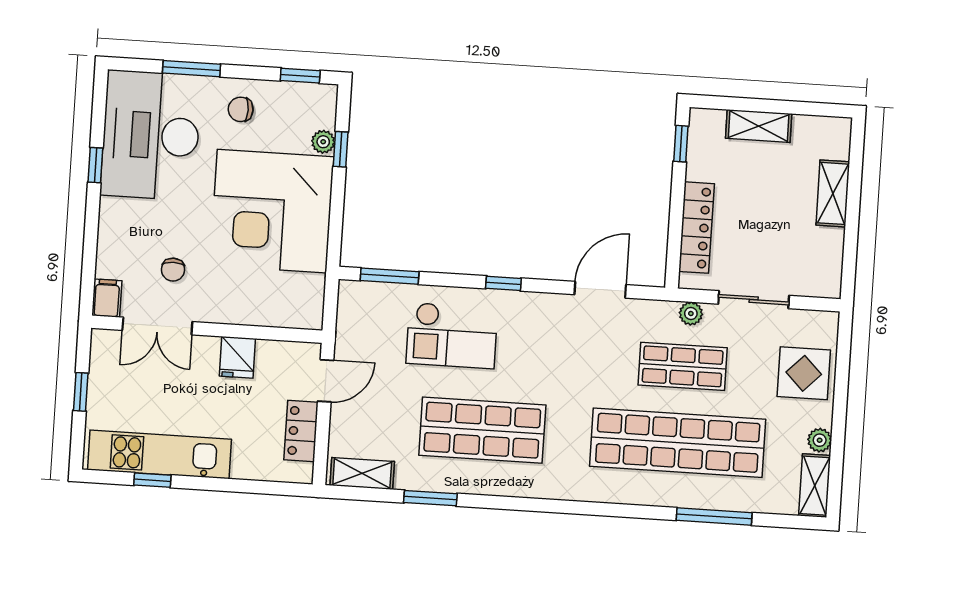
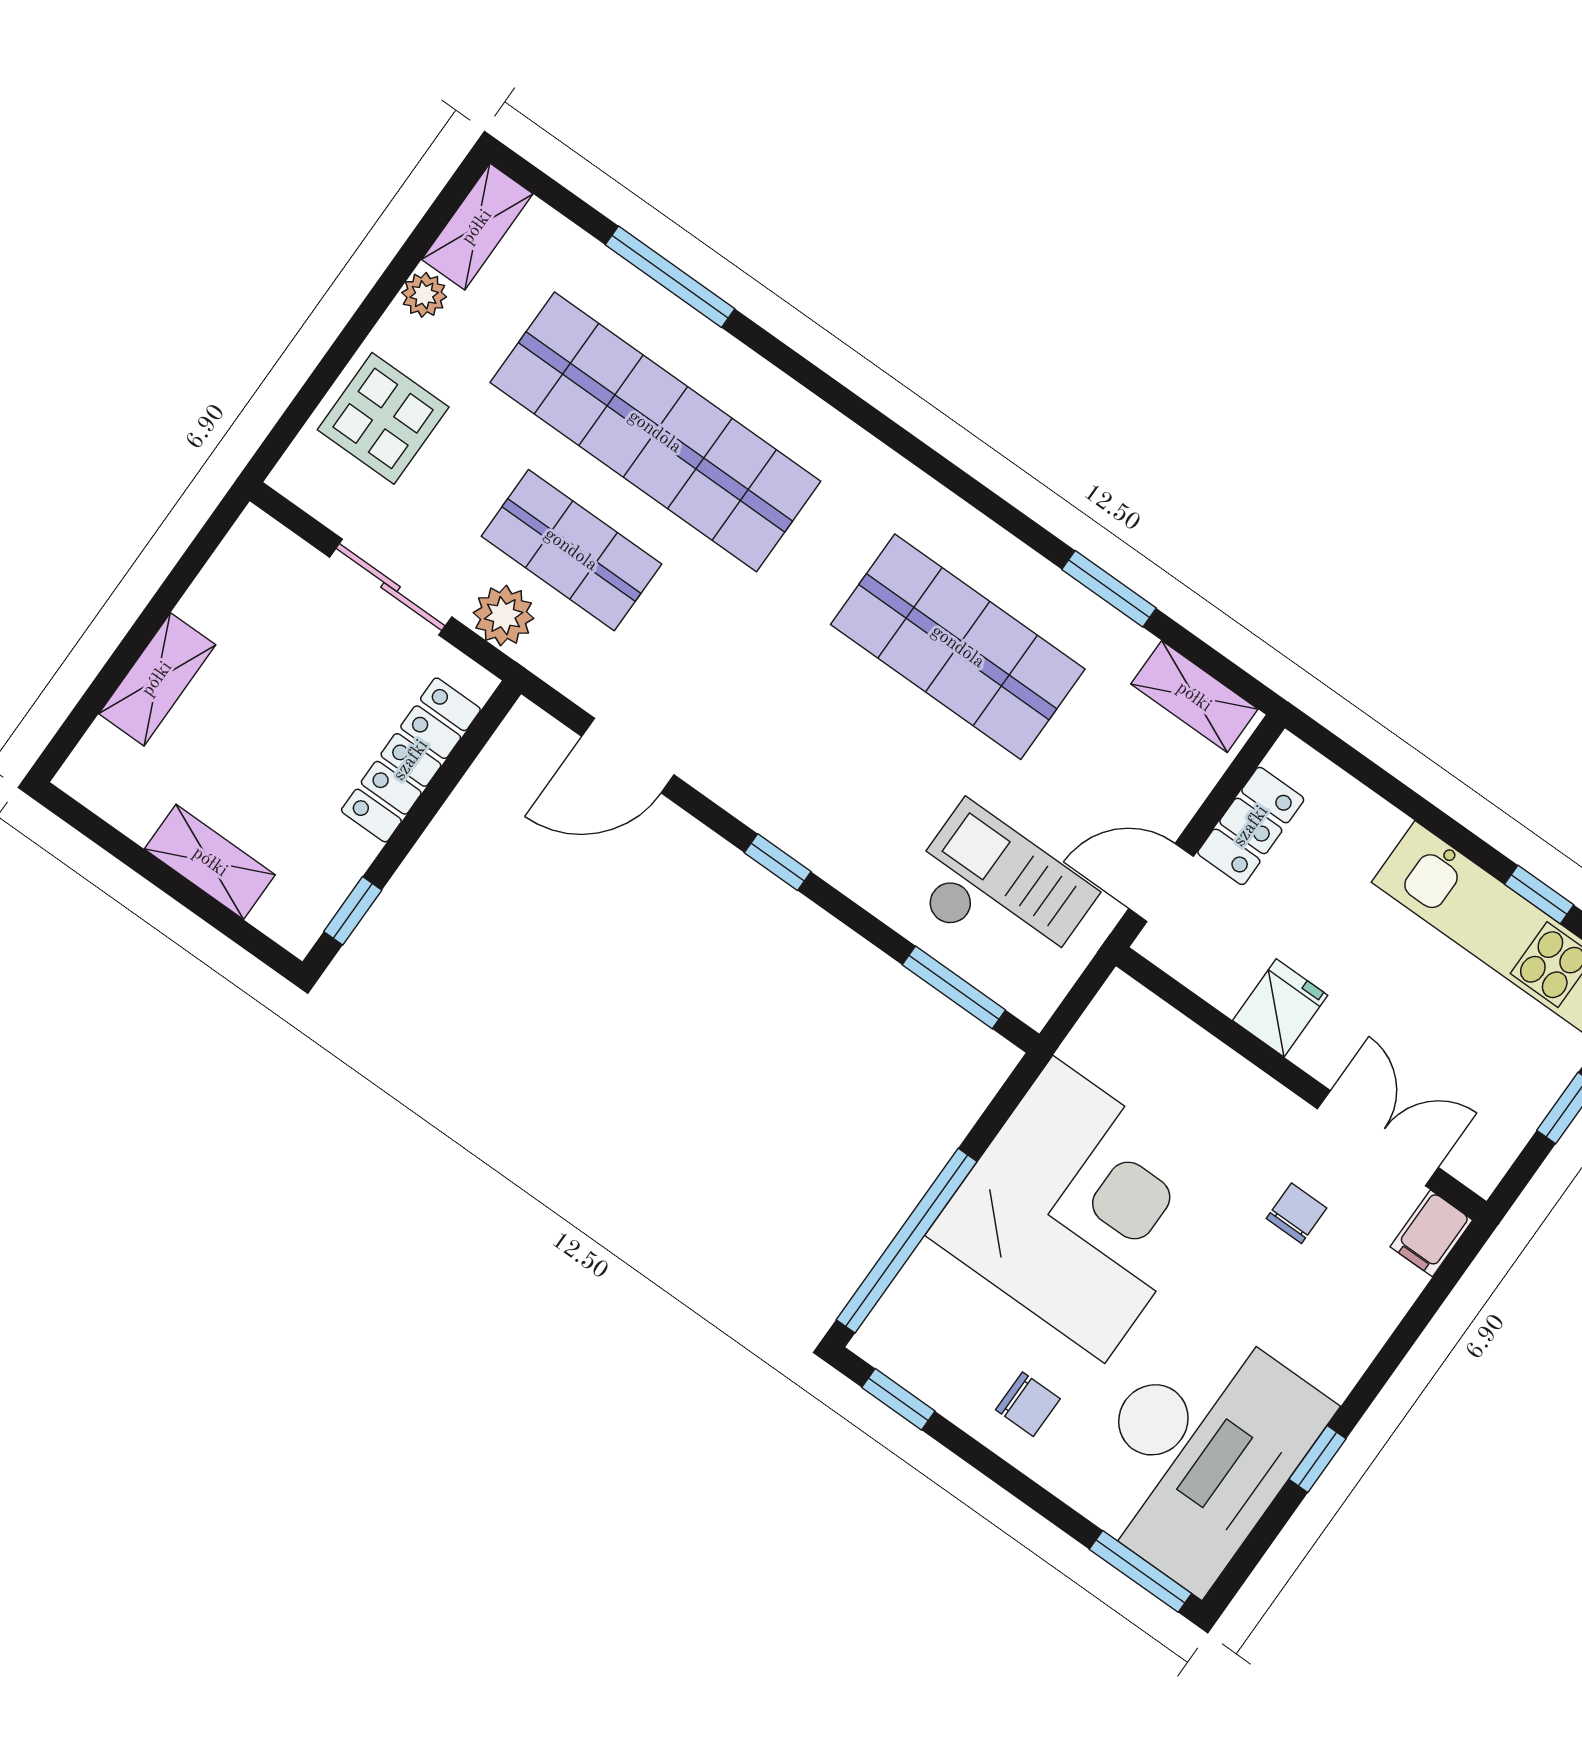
window: (192, 69) -> (1140, 1571), moved
plant: (323, 142) -> (927, 1270), removed
window: (341, 149) -> (907, 1241), width x3.17
plant: (691, 314) -> (504, 616), width x1.38, depth x1.38
checkout: (452, 335) -> (999, 892), moved

